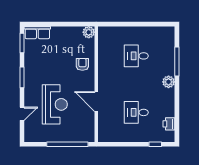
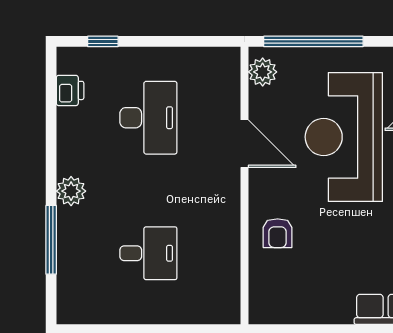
plant: (89, 32) -> (263, 72), moved
reception desk: (55, 104) -> (344, 137), width x1.36, depth x1.30
desk: (136, 112) -> (148, 118), width x1.37

